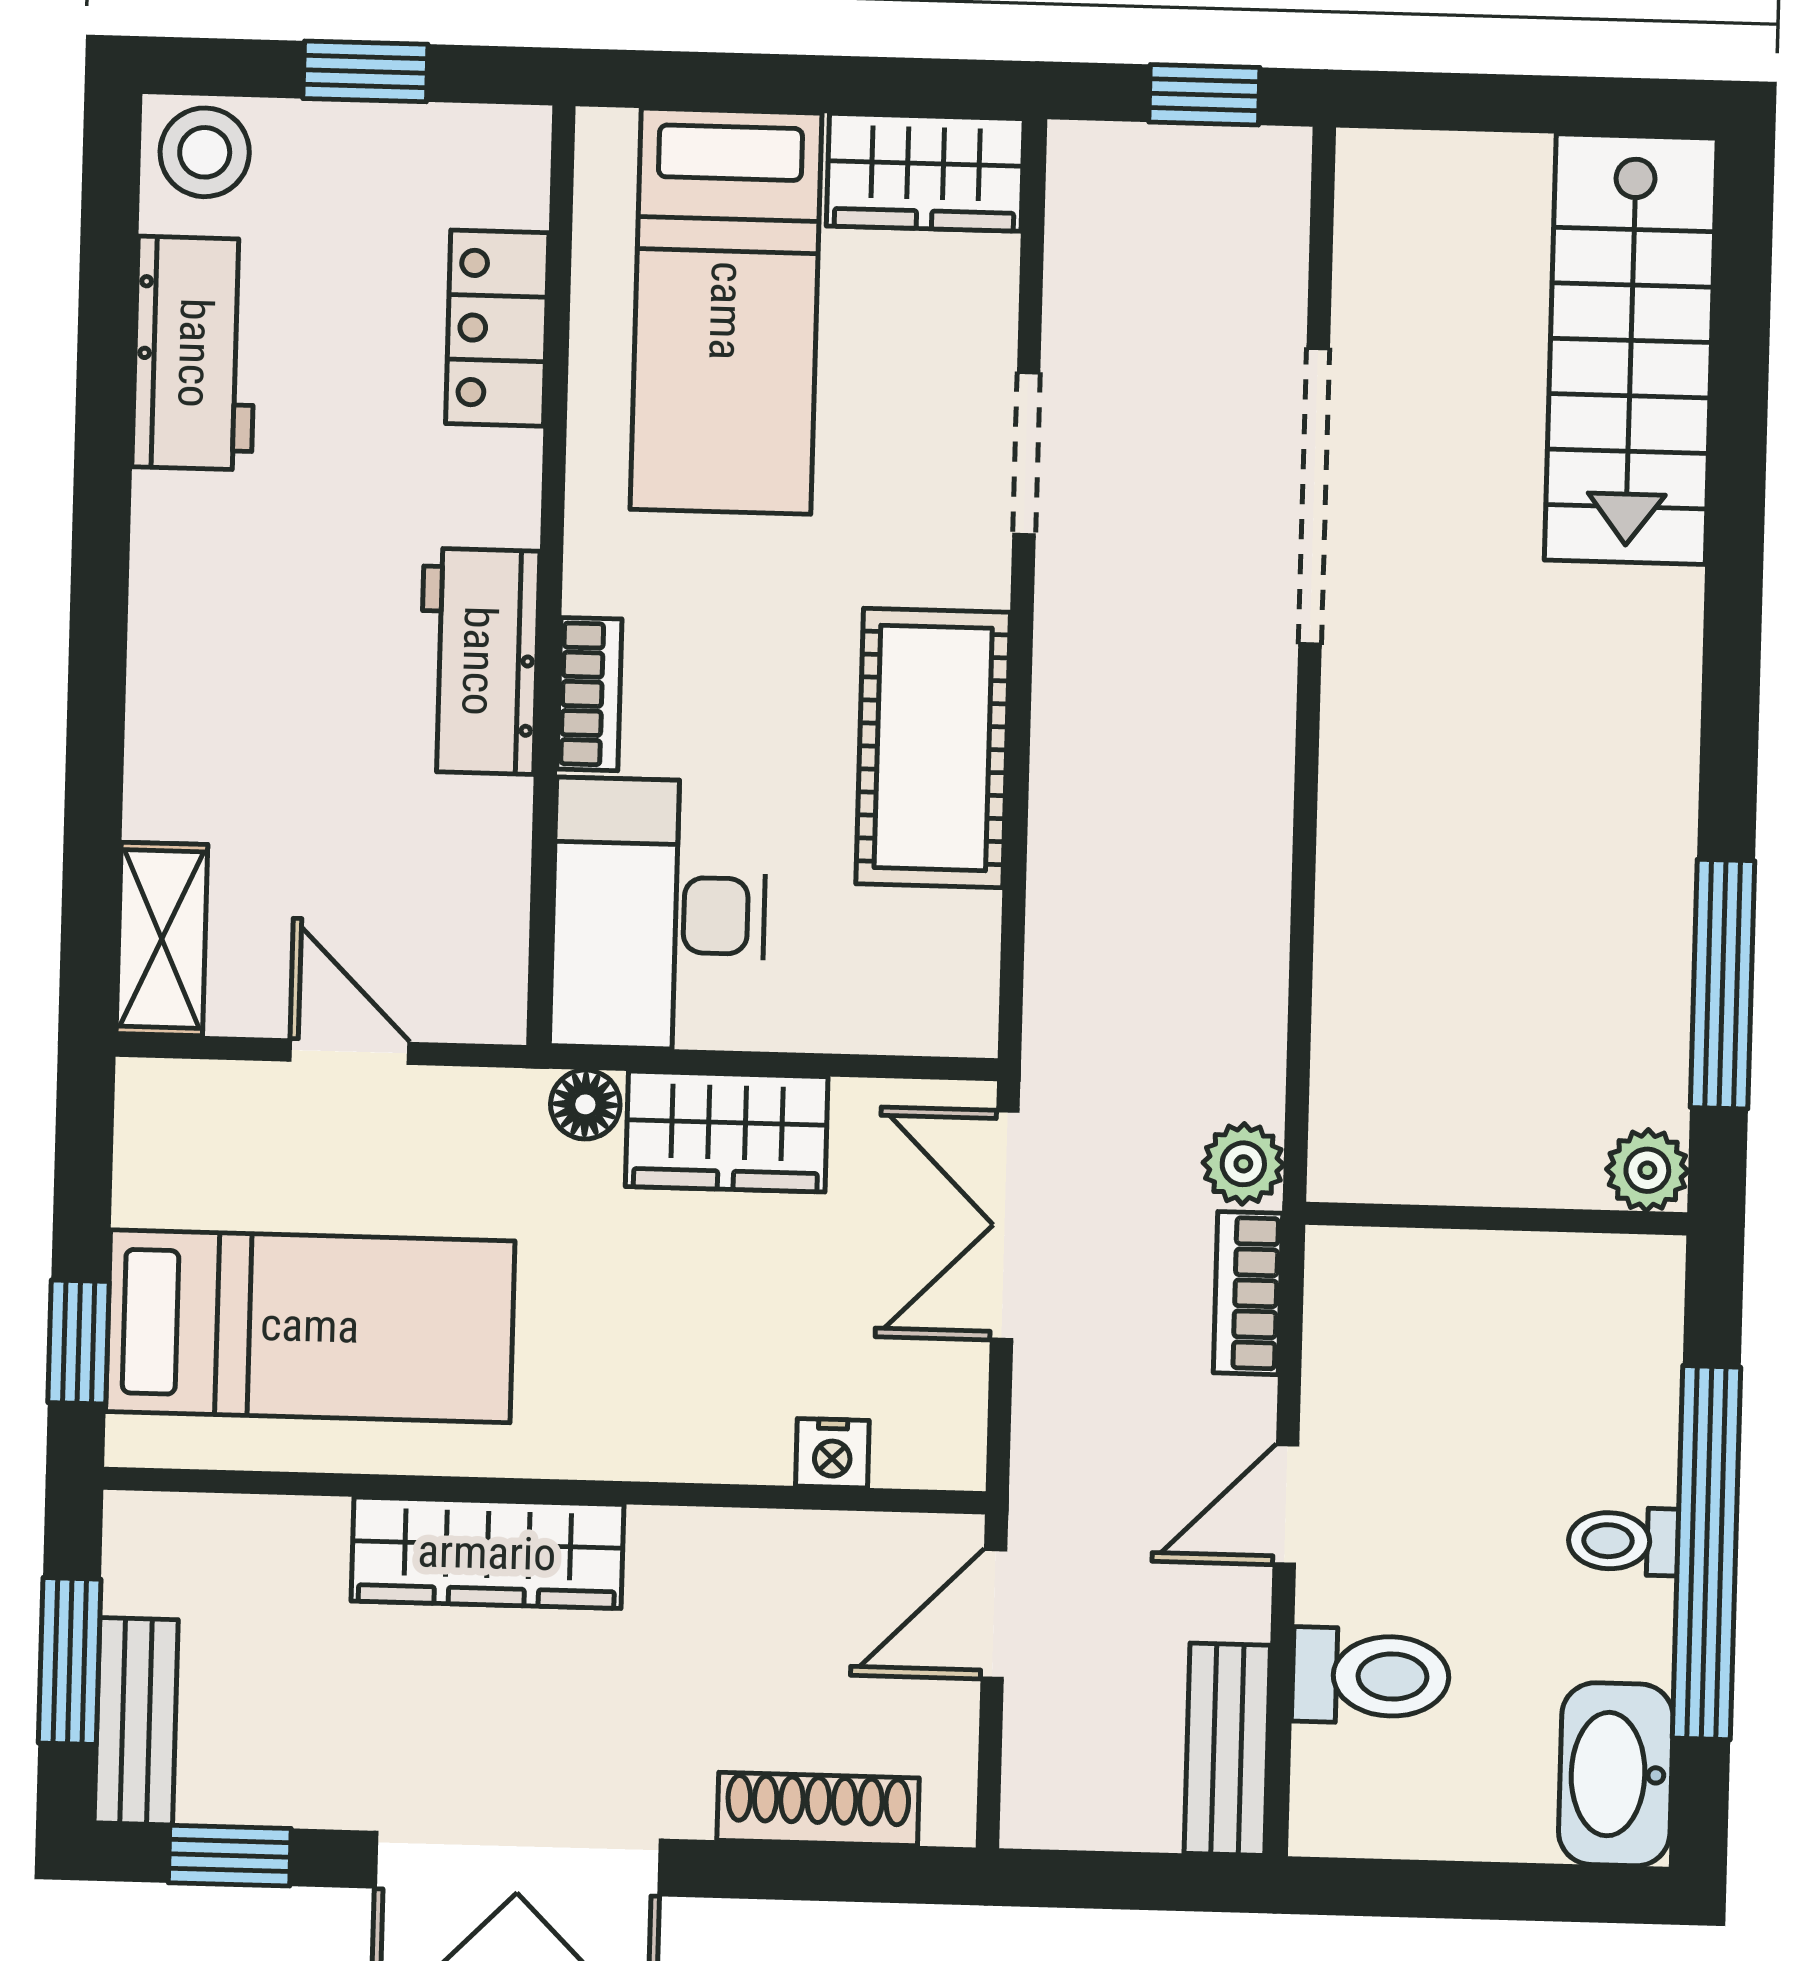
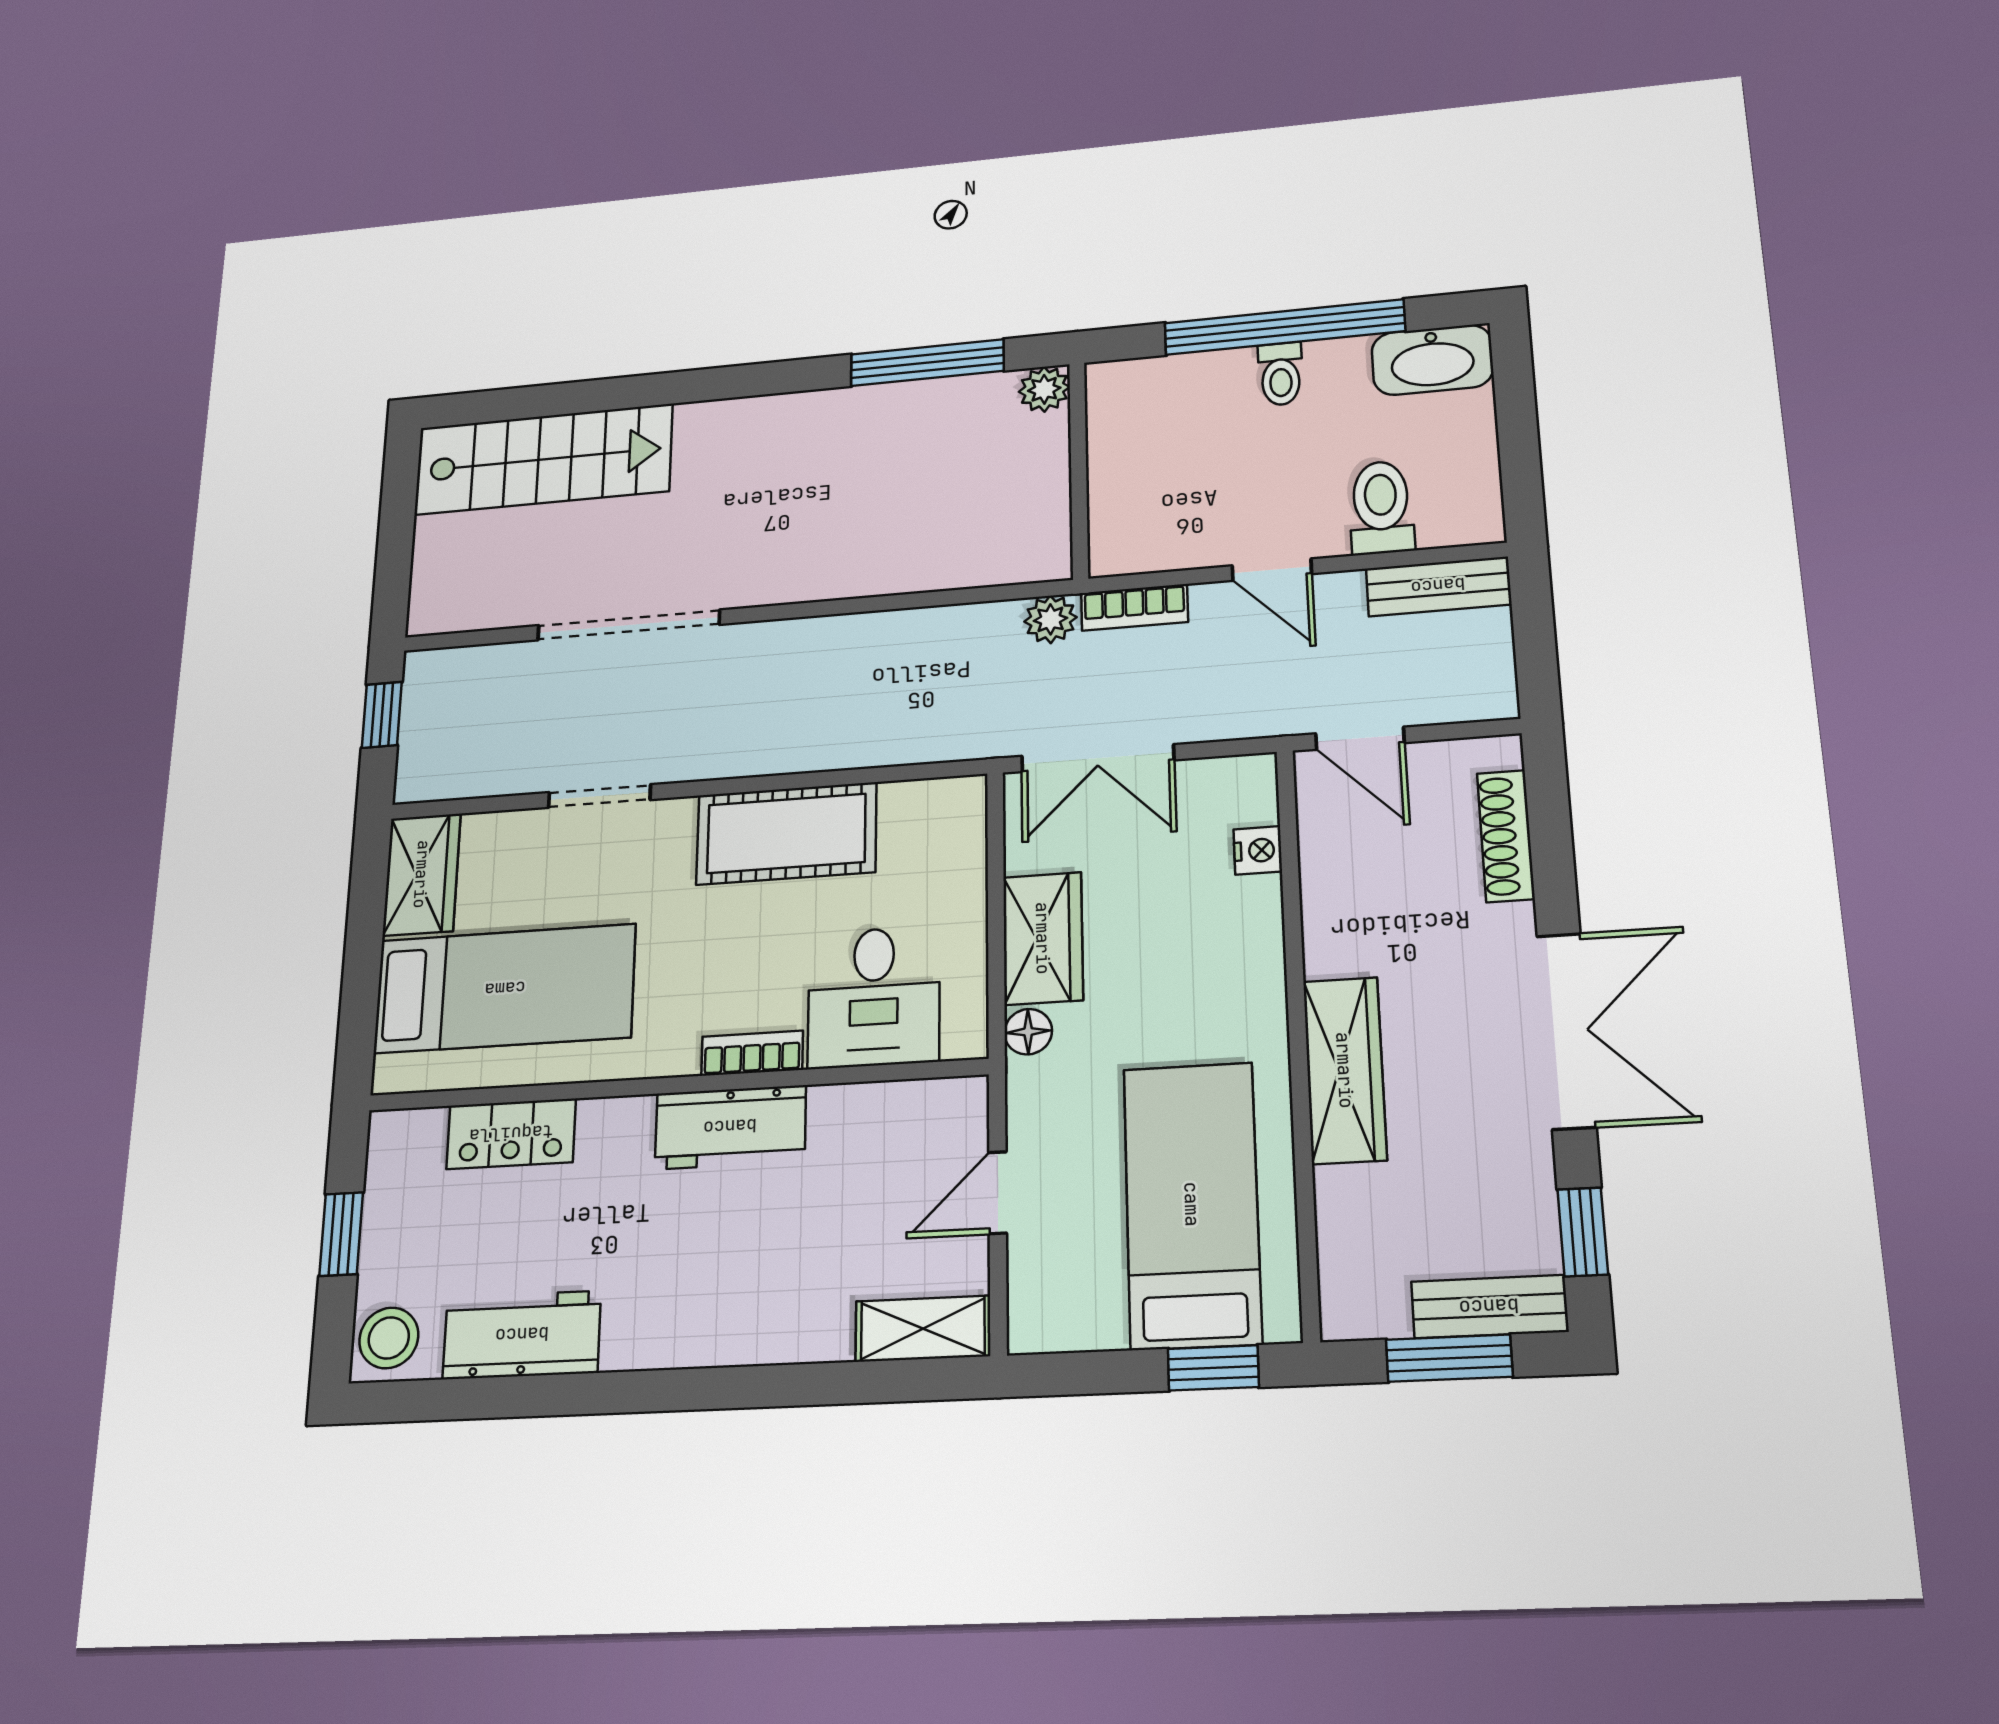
desk: (659, 914) -> (874, 997), width x0.73

